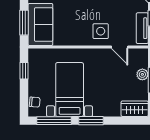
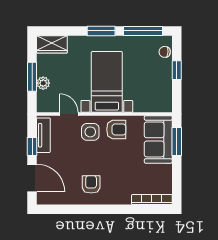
armchair: (78, 33) -> (116, 129), added
window: (24, 71) -> (177, 70), moved
bed with nightstands: (70, 90) -> (107, 82), moved, turned 180

